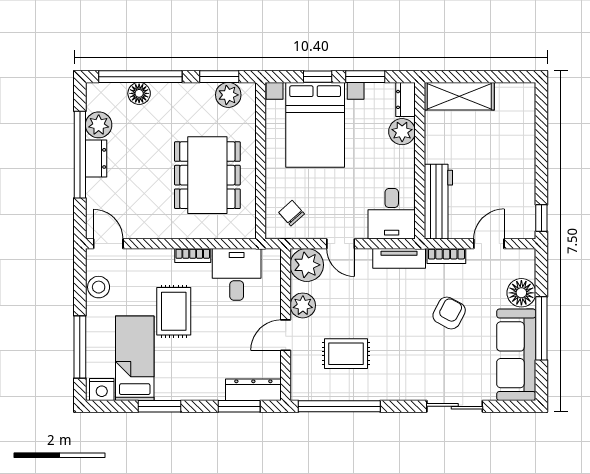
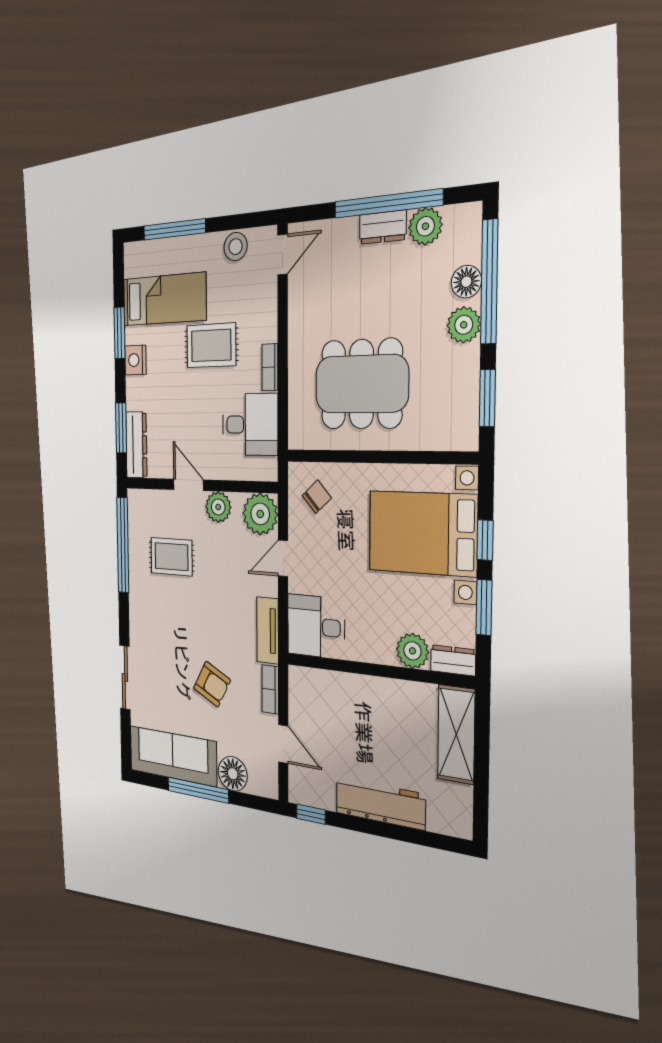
plant: (228, 95) -> (464, 325), moved
workbench: (438, 202) -> (380, 803), moved, turned 180
rug: (346, 354) -> (171, 557), turned 90
nightstand: (102, 389) -> (135, 360), moved

